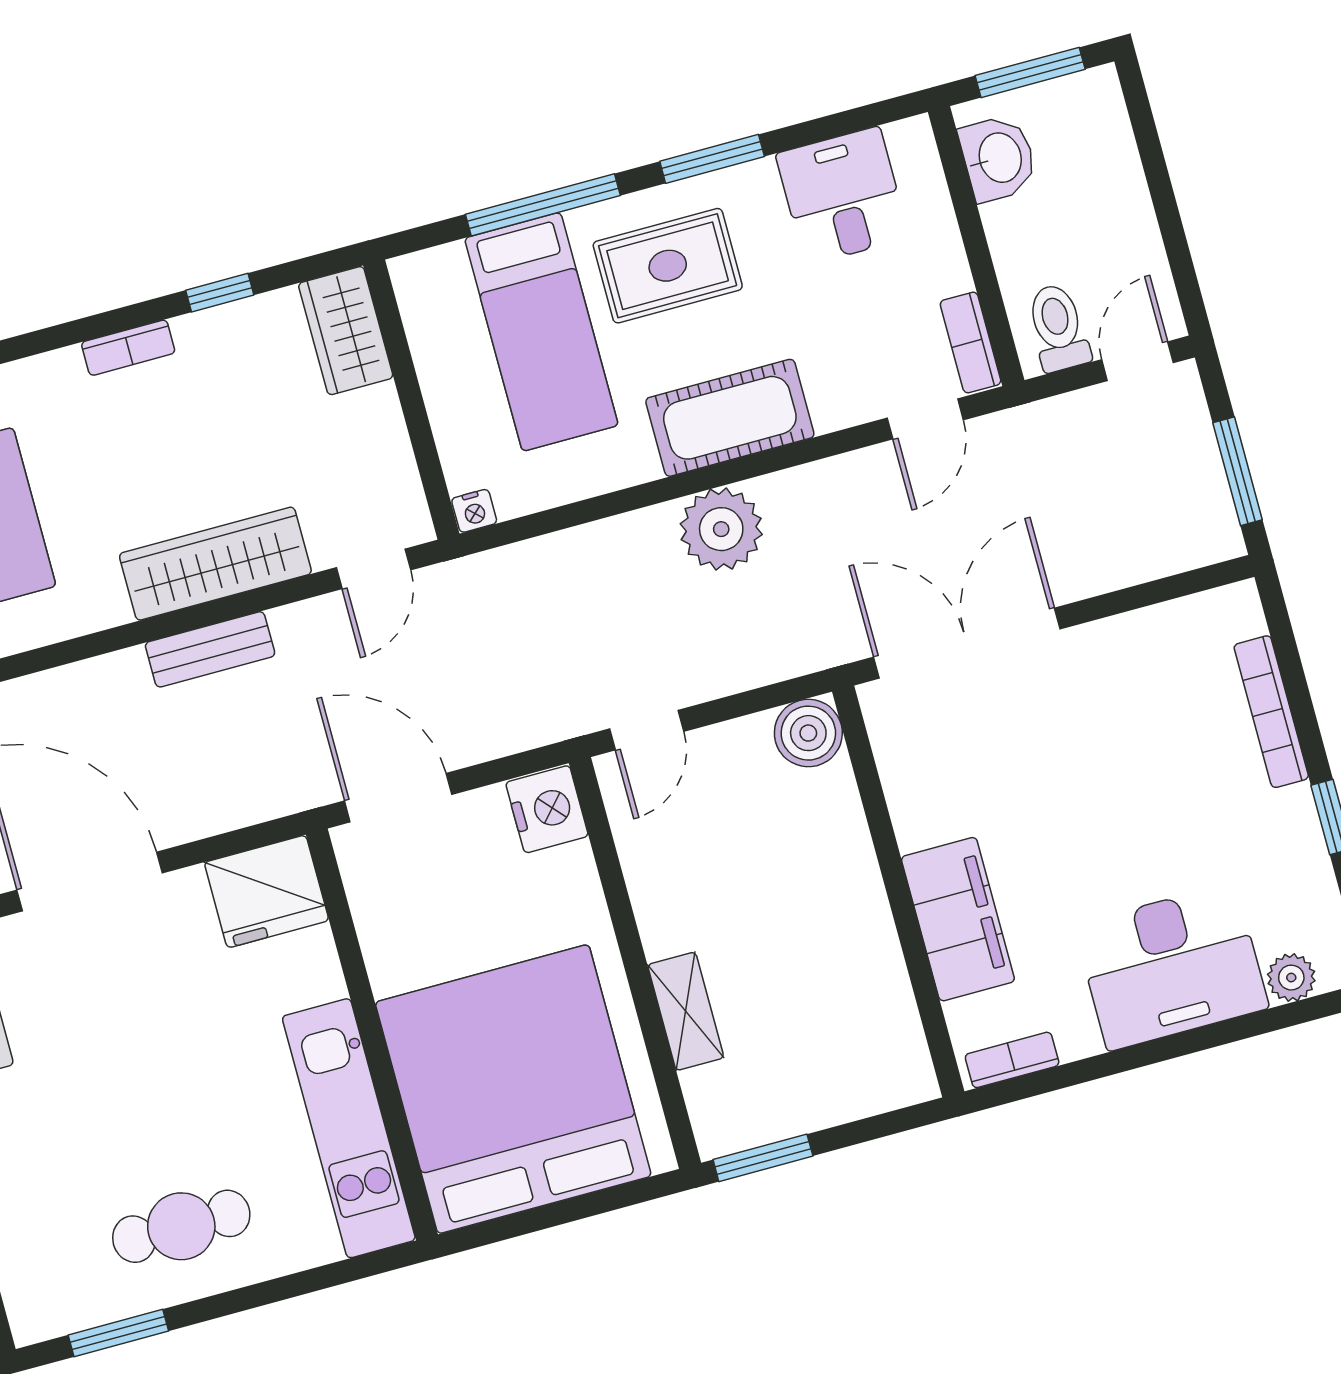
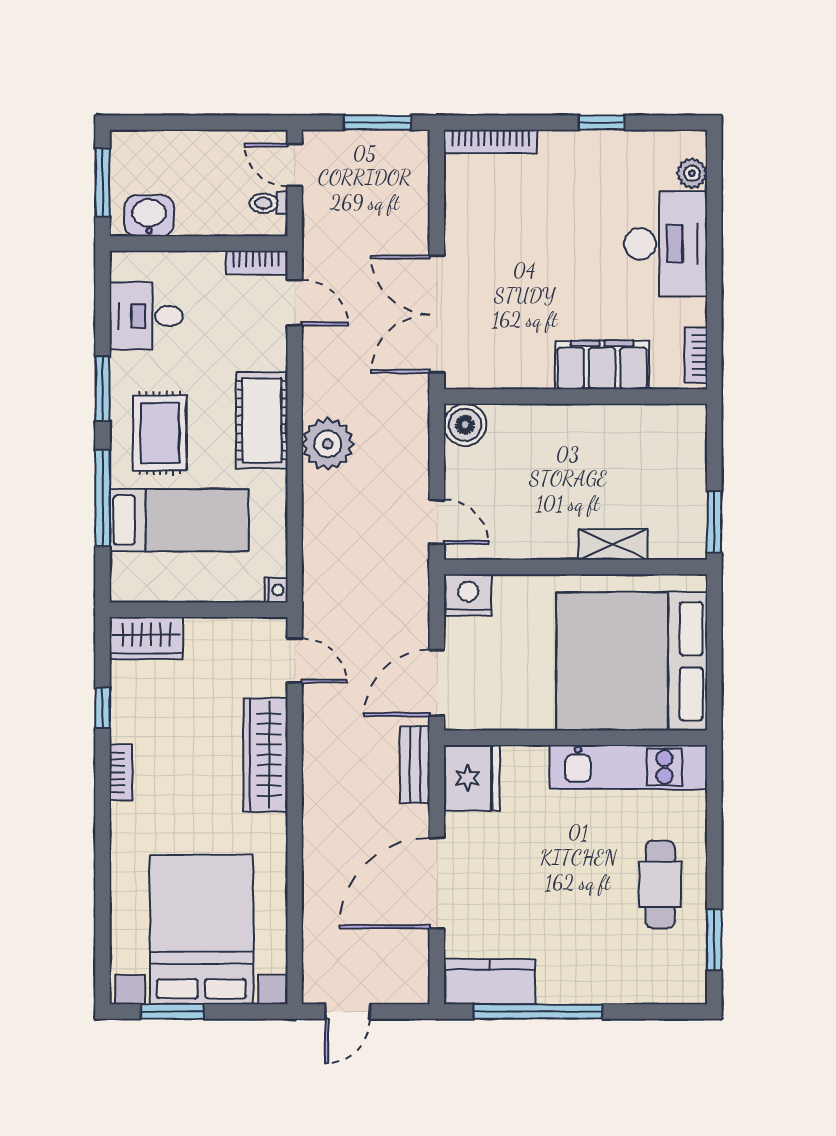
toilet: (1058, 328) -> (269, 203), width x0.73, depth x0.72
bench: (210, 649) -> (415, 765), moved
bookcase: (1271, 712) -> (491, 142), moved

